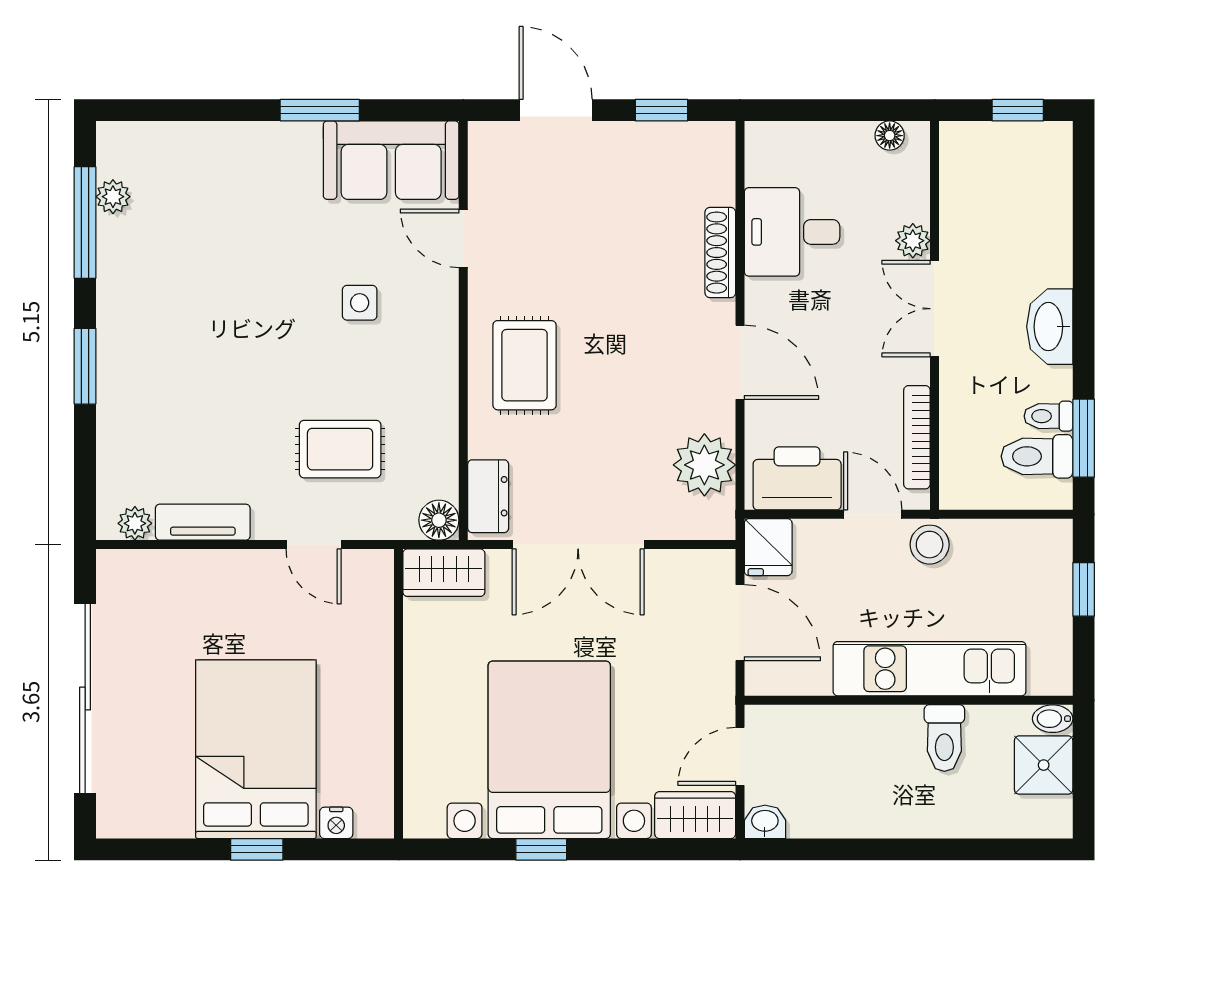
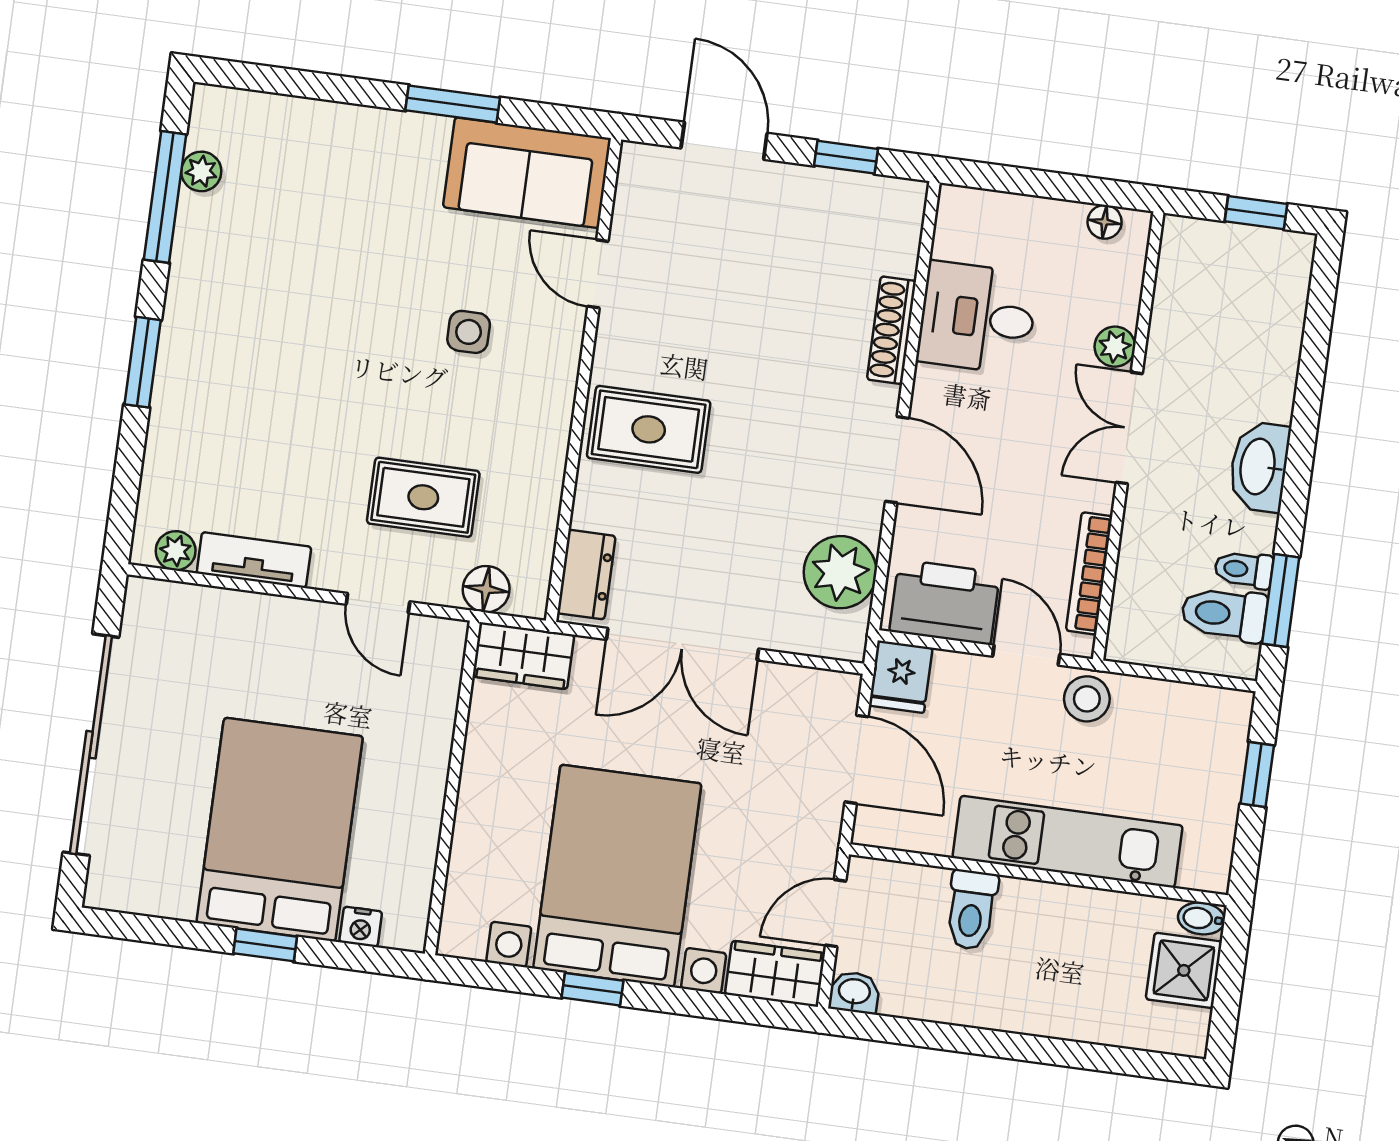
rug: (525, 365) -> (649, 429), turned 90
floor lamp: (439, 520) -> (486, 589), moved
toilet: (944, 738) -> (971, 910), moved

